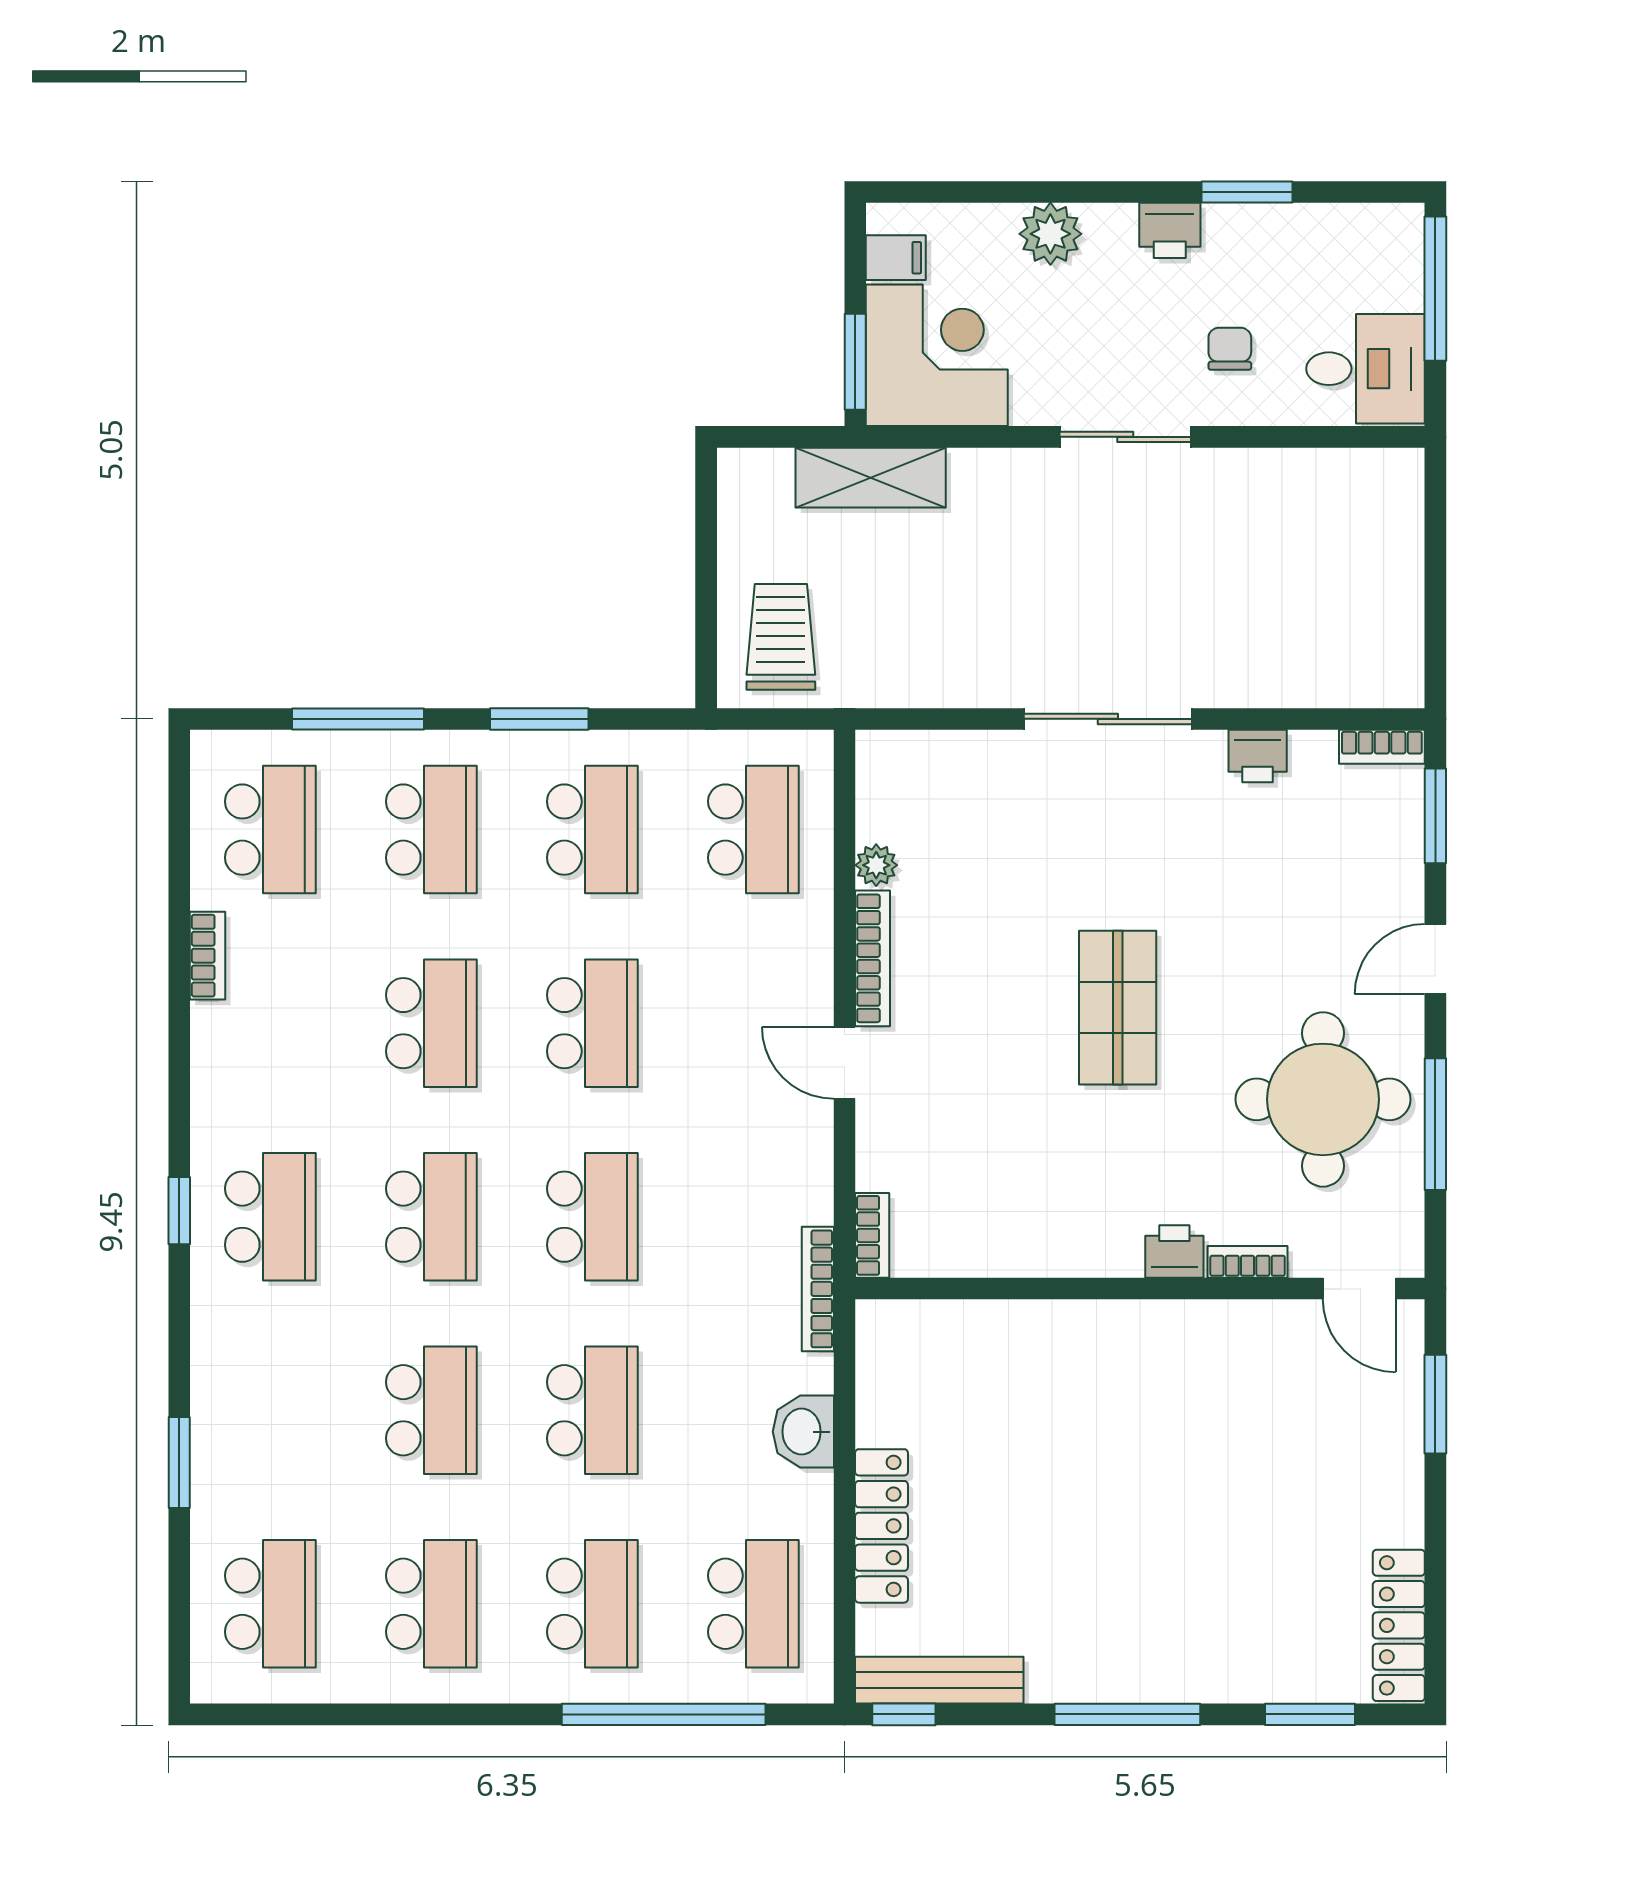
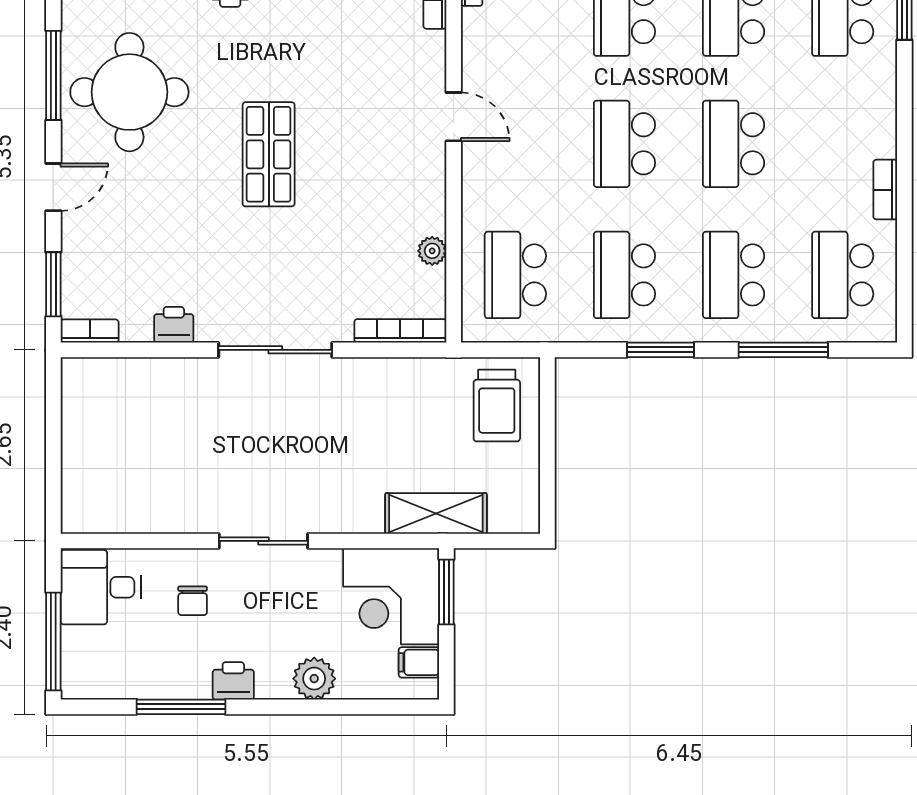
window: (1247, 192) -> (181, 707), width x1.44
bookcase: (873, 958) -> (400, 331), moved, turned 90

